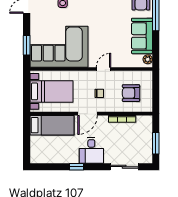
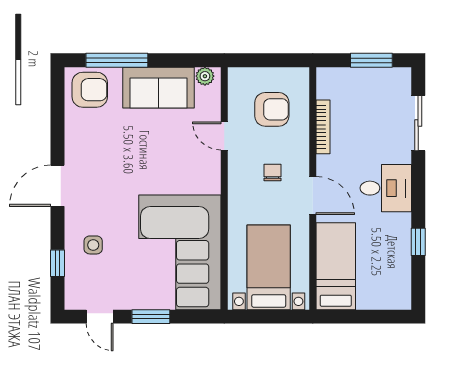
window: (27, 45) -> (151, 317), moved
door: (103, 69) -> (224, 136), moved
armchair: (131, 93) -> (272, 109), turned -90
window: (76, 167) -> (418, 242), moved

